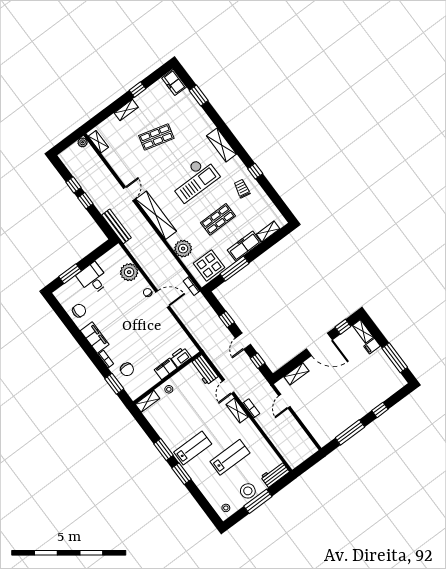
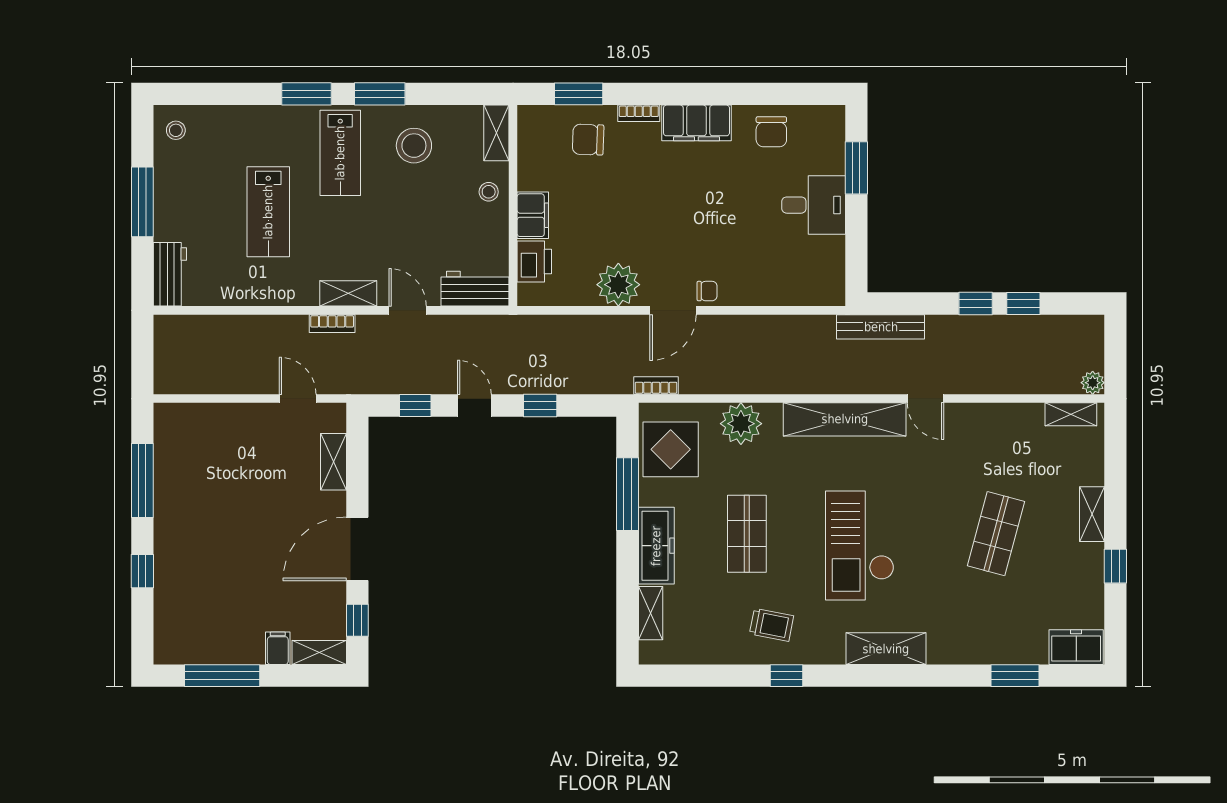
plant: (129, 272) -> (618, 285), moved
stool: (248, 491) -> (414, 146), moved

